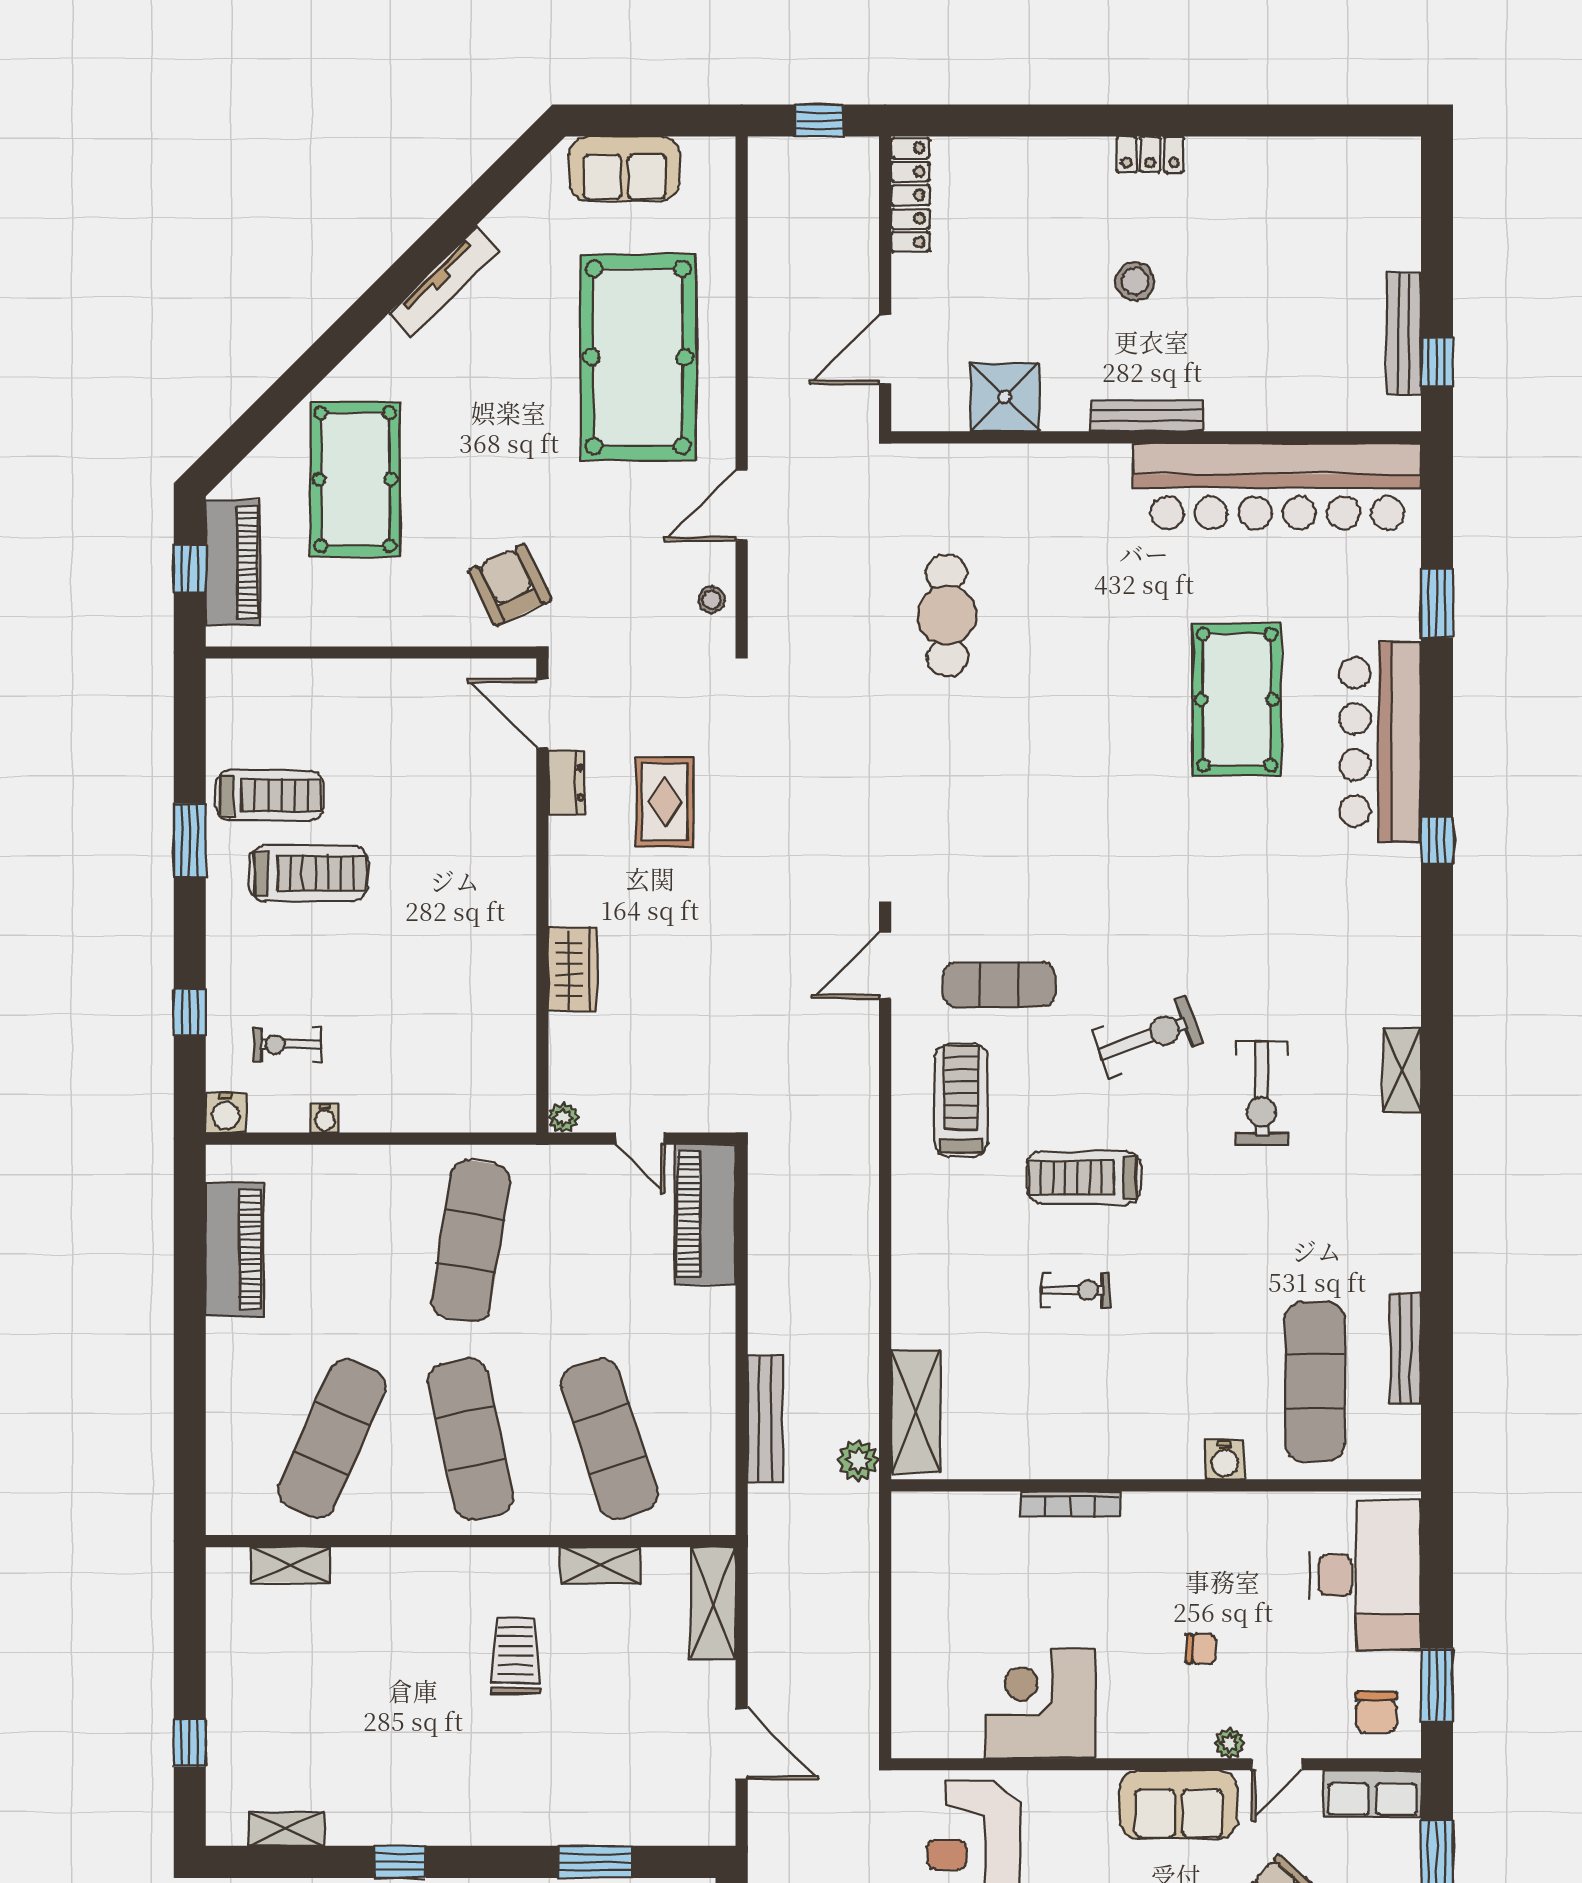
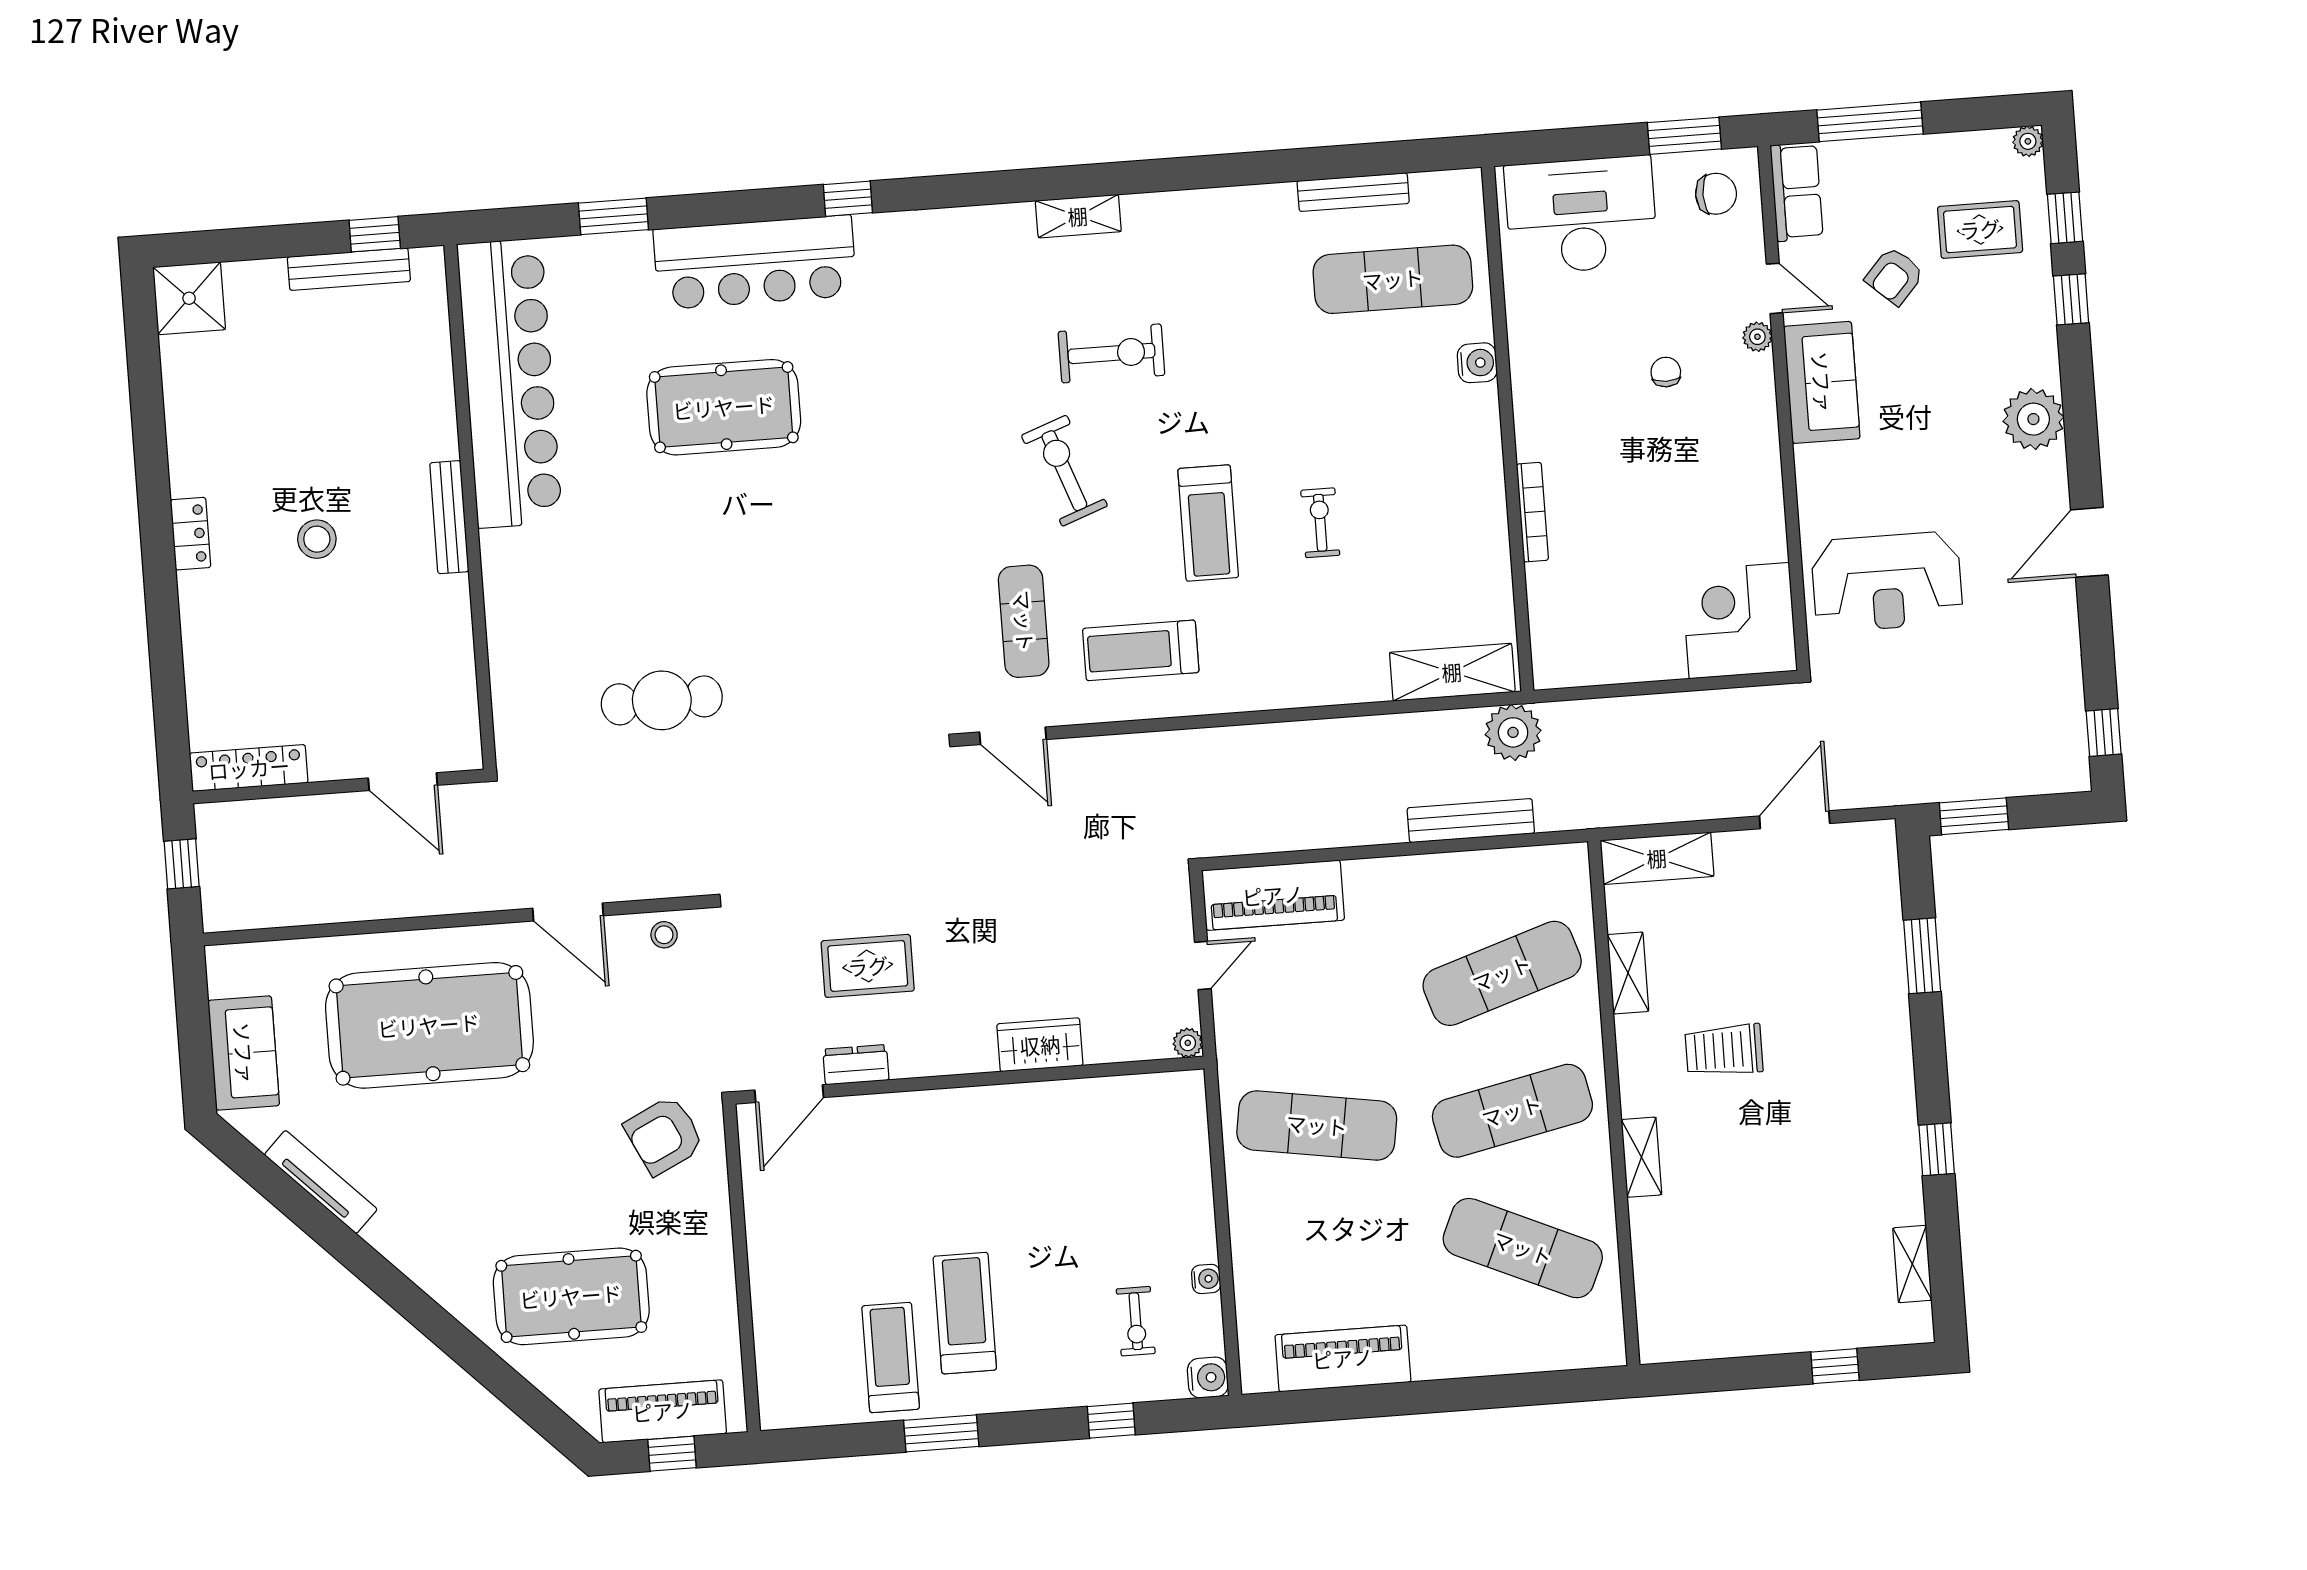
tv unit: (444, 282) -> (321, 1182), moved
shower: (1005, 397) -> (189, 298), moved
plant: (858, 1460) -> (1513, 732), width x1.36, depth x1.36
shelving: (290, 1565) -> (1641, 1157), moved
corner desk: (1041, 1704) -> (1739, 621), moved, turned 90

